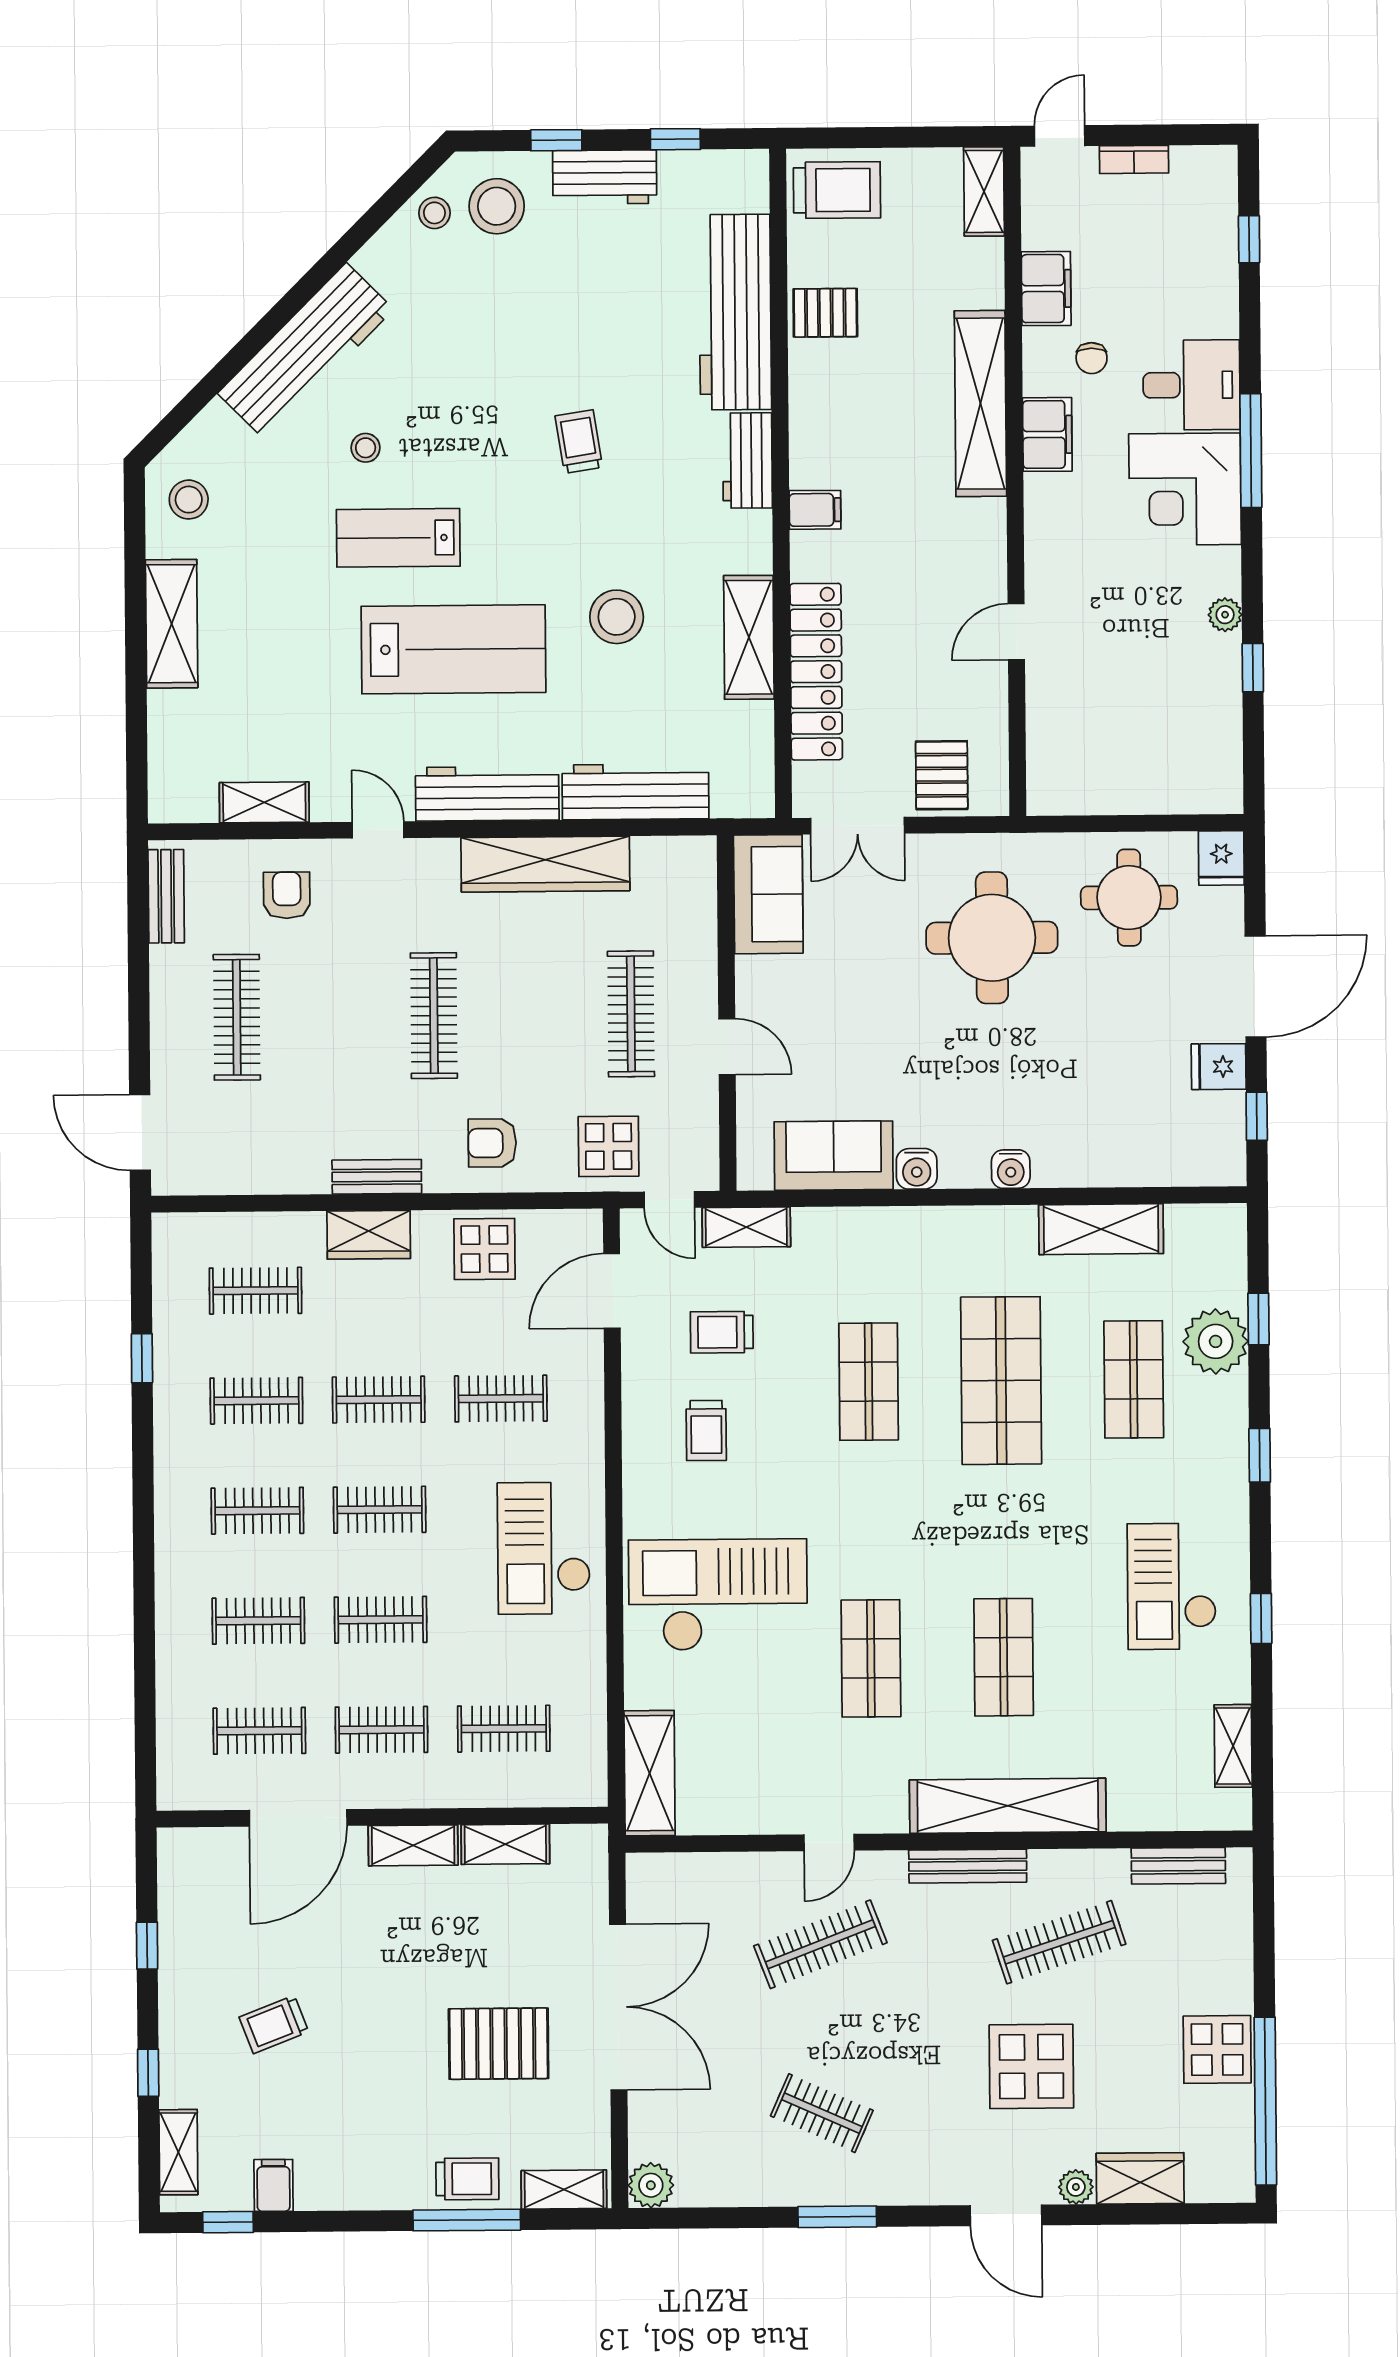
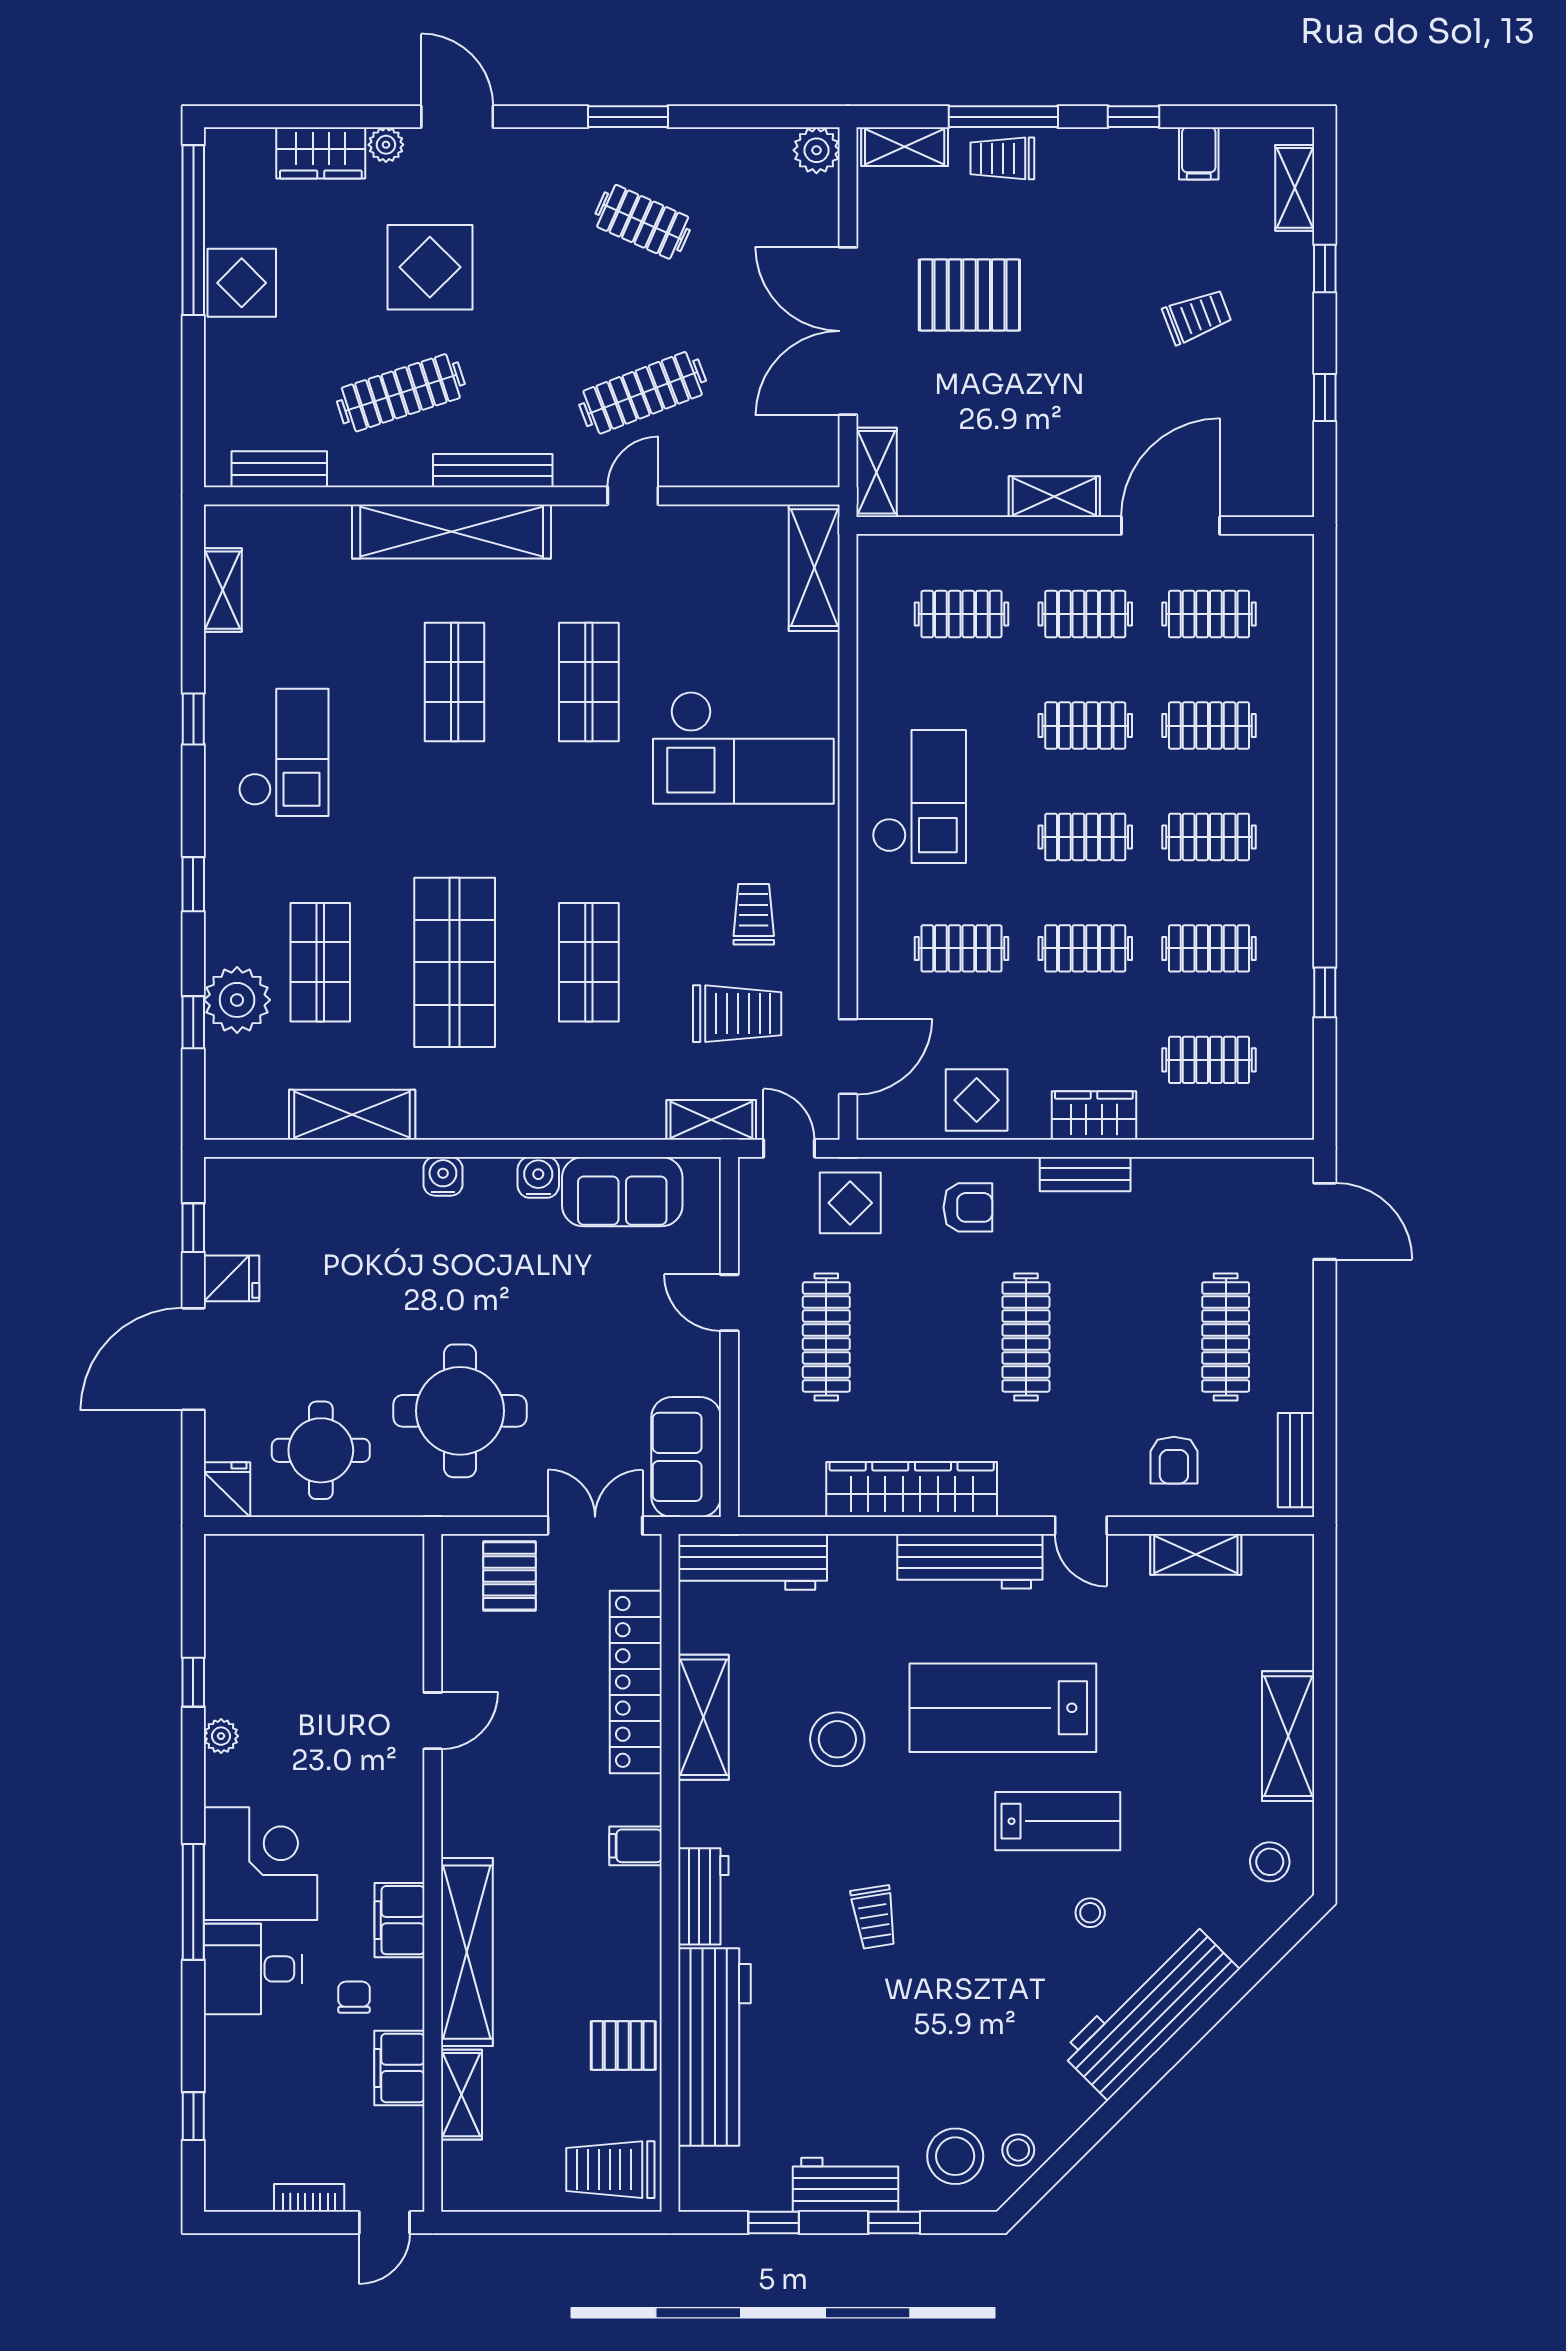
shelving: (984, 191) -> (461, 2095), moved
workbench: (635, 792) -> (753, 1562), moved
trolley: (722, 1332) -> (737, 1014), width x1.36, depth x1.39
shelving: (505, 1844) -> (877, 472), moved, turned 90
window: (228, 2222) -> (1133, 117), moved

